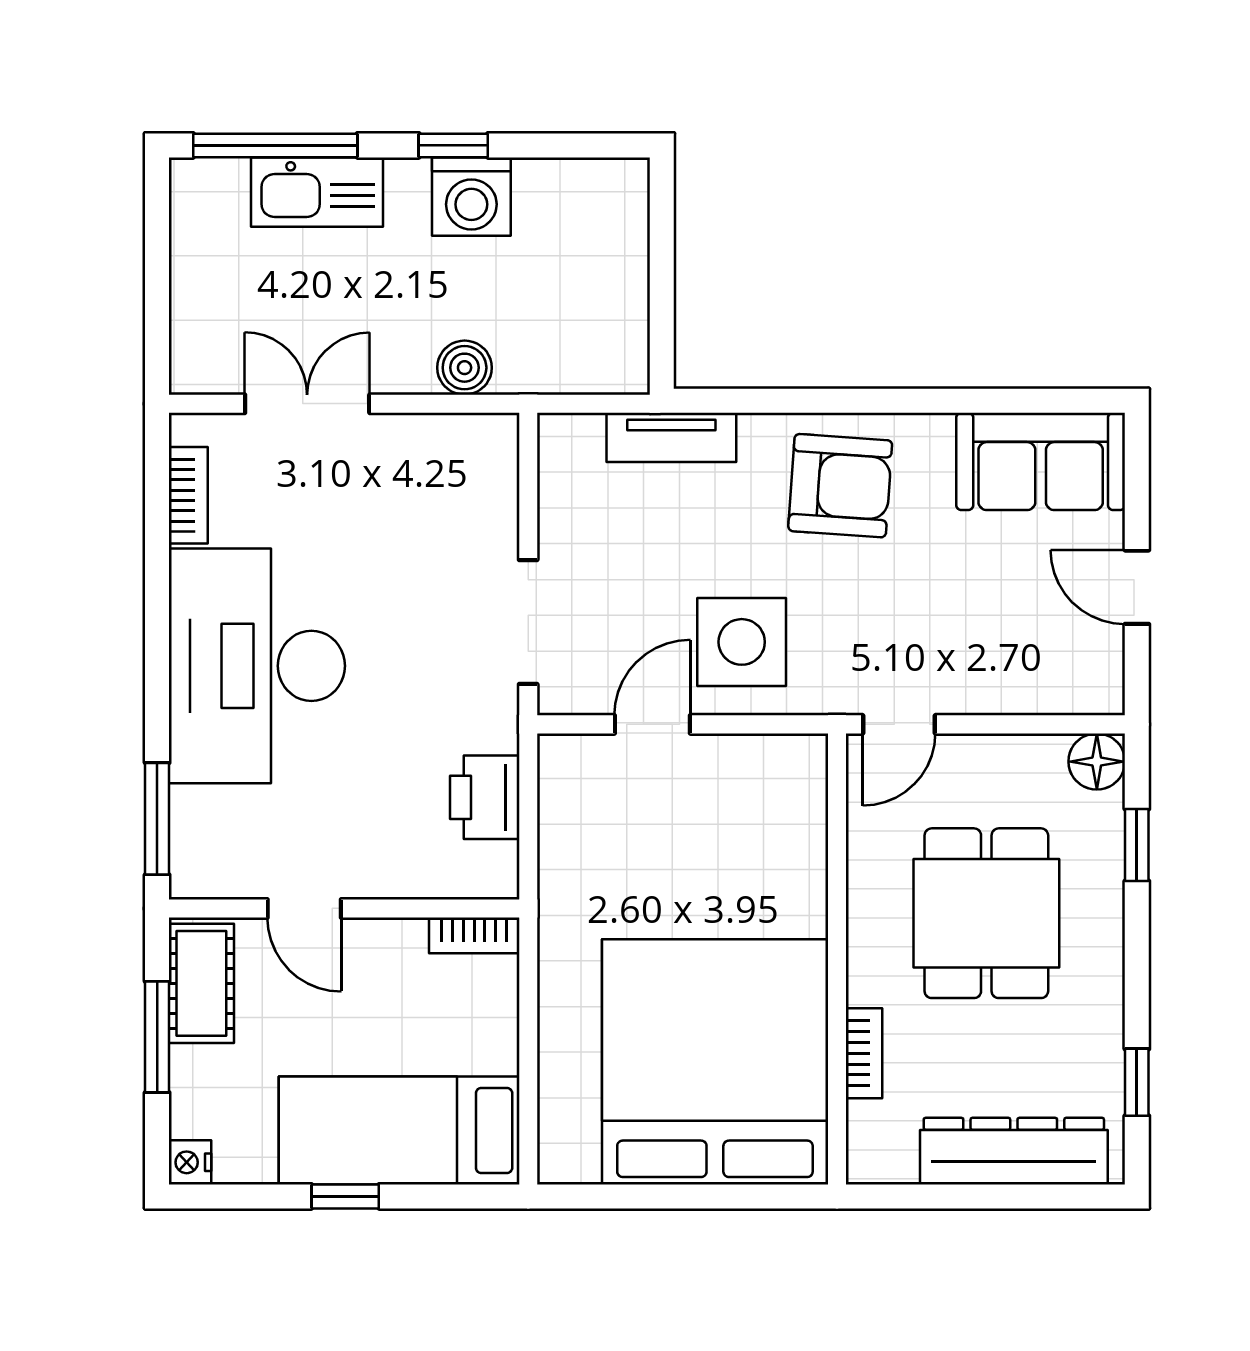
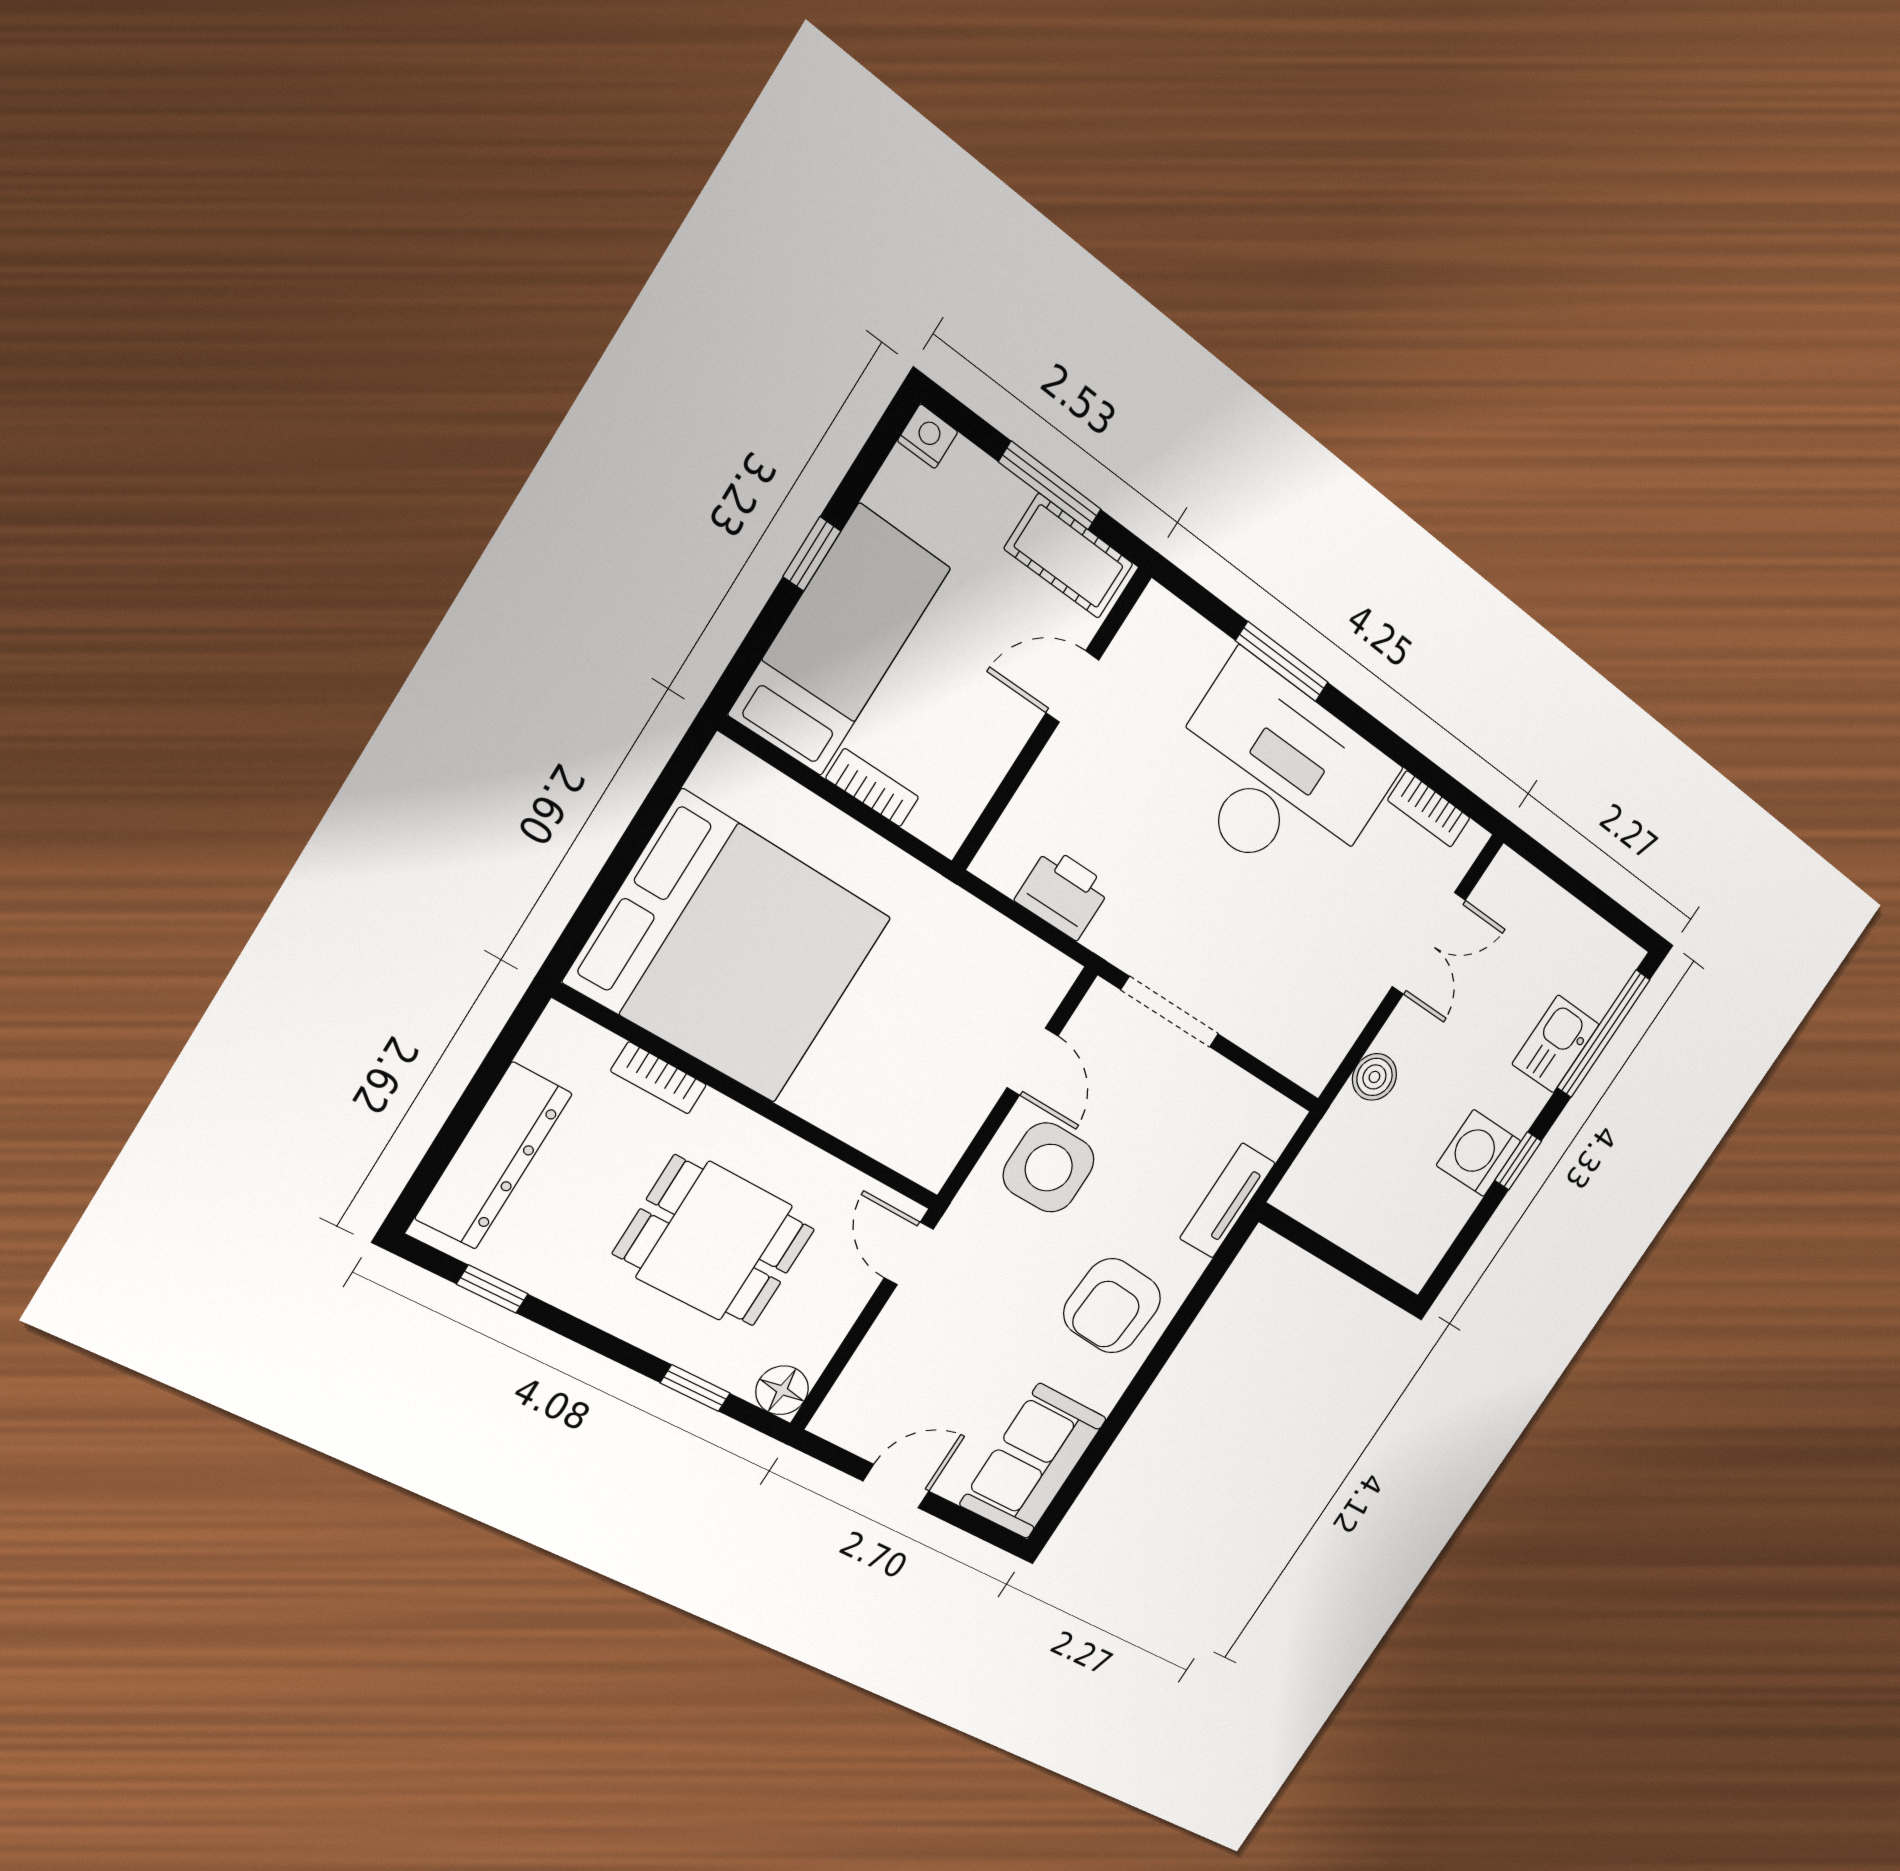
kitchen sink: (317, 192) -> (1556, 1044), width x0.73
window: (157, 819) -> (1282, 662), moved
bookcase: (474, 935) -> (872, 788), moved, turned 90

